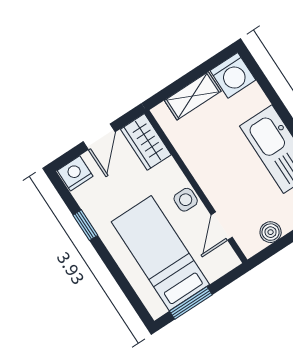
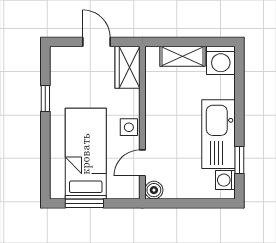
door: (99, 137) -> (97, 42), swing flipped
nightstand: (75, 173) -> (62, 57), removed
boiler: (271, 232) -> (154, 190), moved

